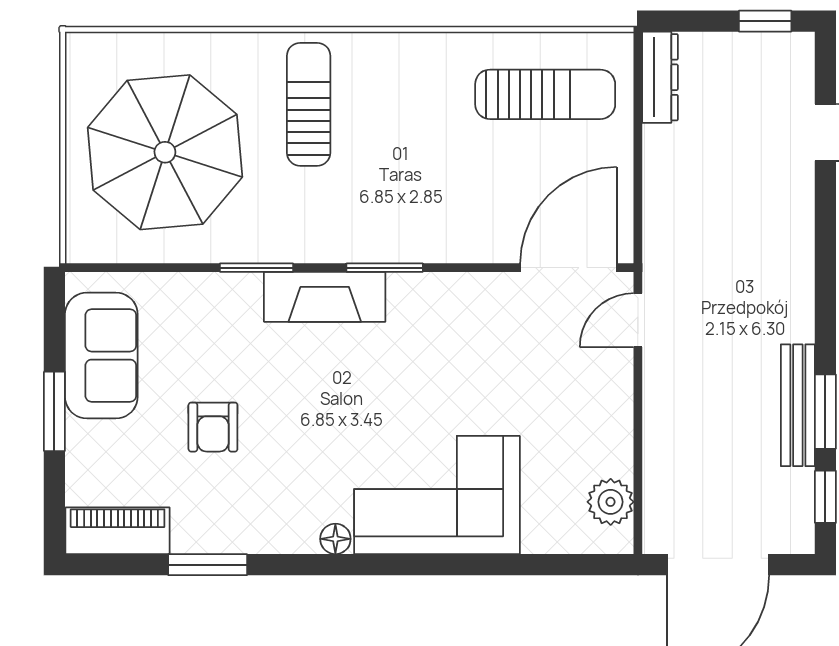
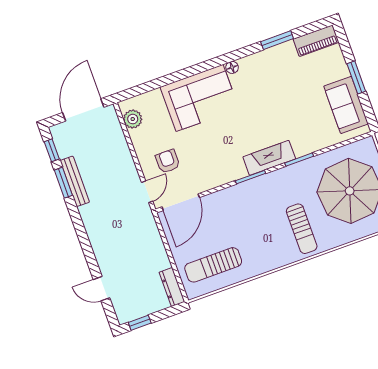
armchair: (213, 427) -> (168, 161), moved

